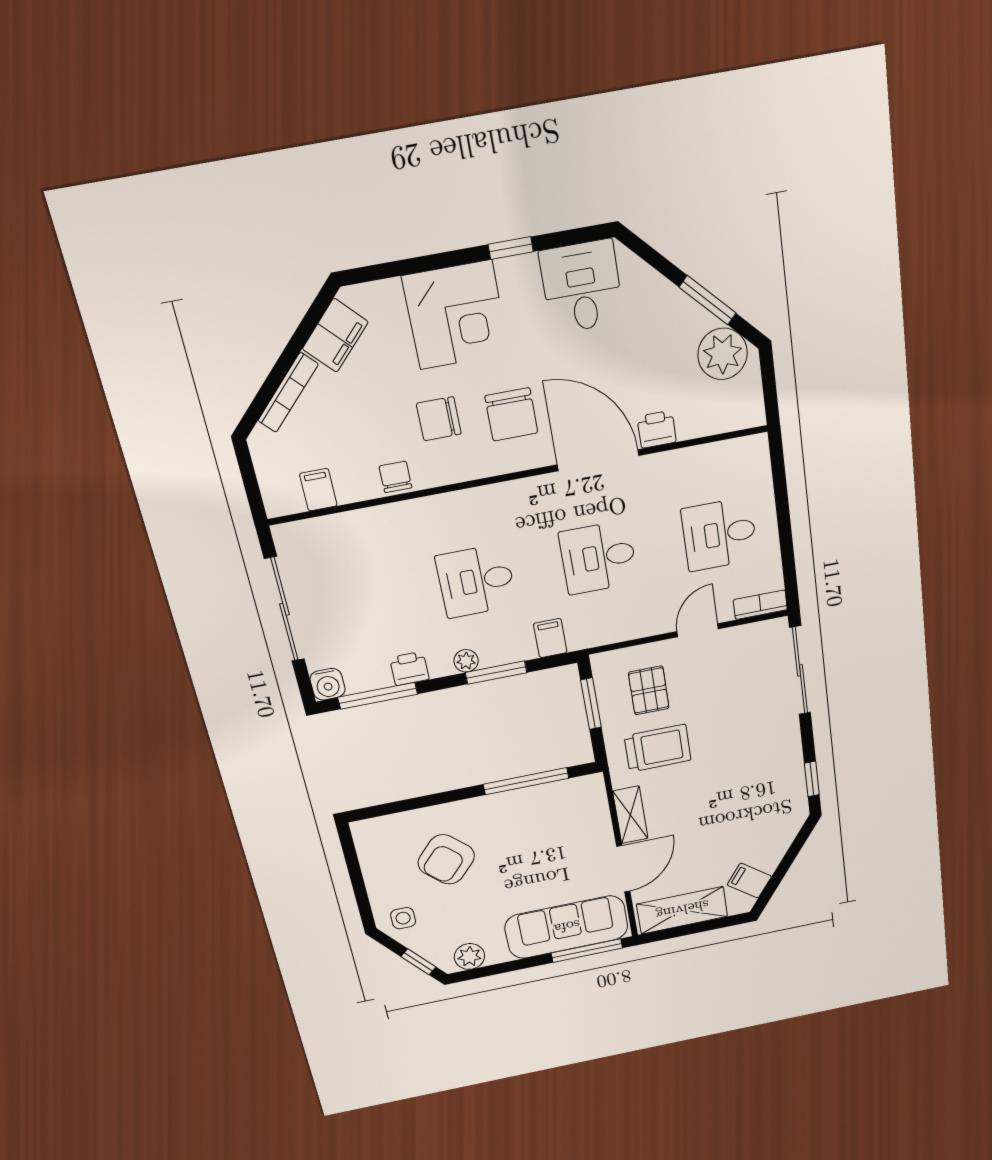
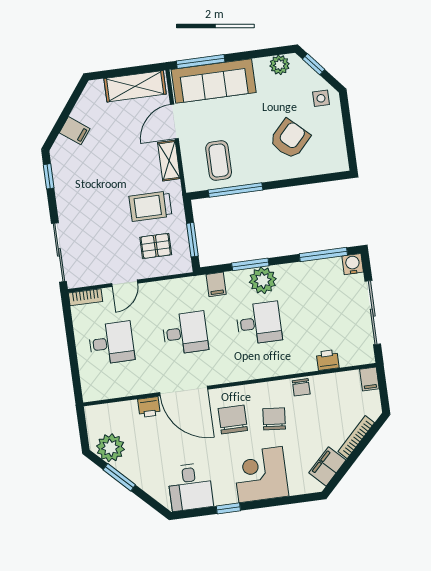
chair: (439, 419) -> (274, 419), turned -85
filing cabinet: (318, 490) -> (369, 379), moved
plant: (466, 661) -> (263, 280), width x1.87, depth x1.87
printer: (409, 669) -> (328, 360), moved, turned 180
pallet: (649, 690) -> (156, 246), turned 90
coffee table: (554, 821) -> (219, 161), added
filing cabinet: (749, 881) -> (75, 131), moved

